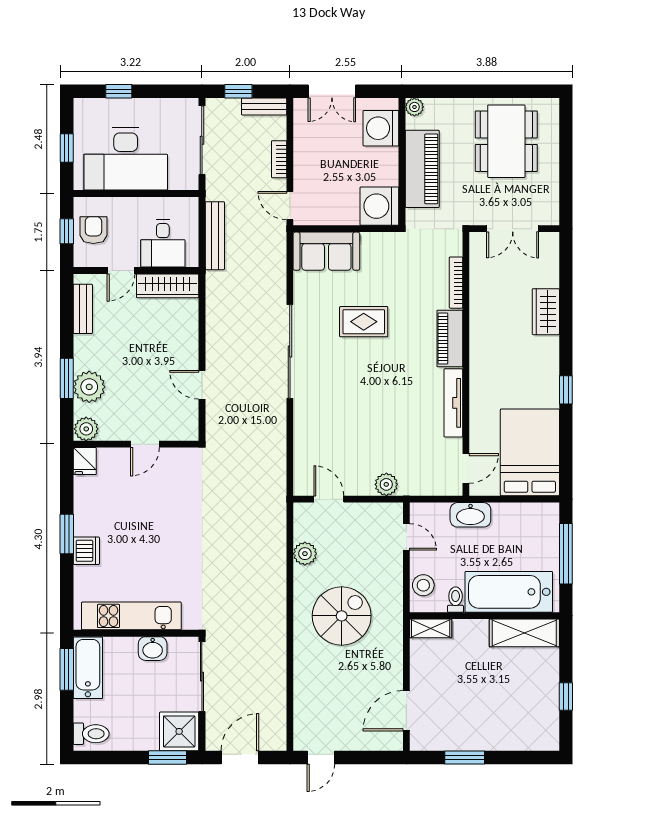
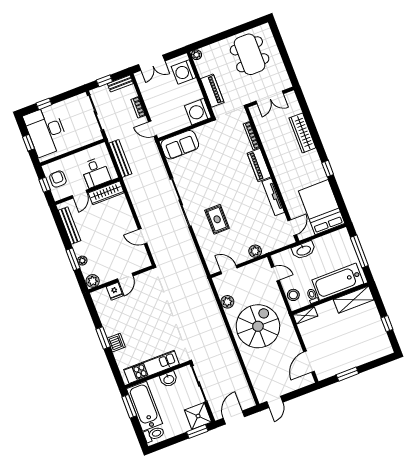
desk: (126, 159) -> (46, 131), moved, turned 90
piano: (422, 169) -> (212, 91), width x0.73, depth x0.75
bench: (83, 309) -> (69, 225), width x1.36
wardrobe: (546, 312) -> (302, 133), width x1.50
rug: (364, 322) -> (217, 219), moved, turned 90
plant: (89, 387) -> (82, 261), width x0.53, depth x0.53
fridge: (85, 461) -> (115, 291), moved
spiral stairs: (342, 616) -> (258, 326), width x1.37, depth x1.37
bathtub: (88, 668) -> (144, 406), width x1.36, depth x1.36

